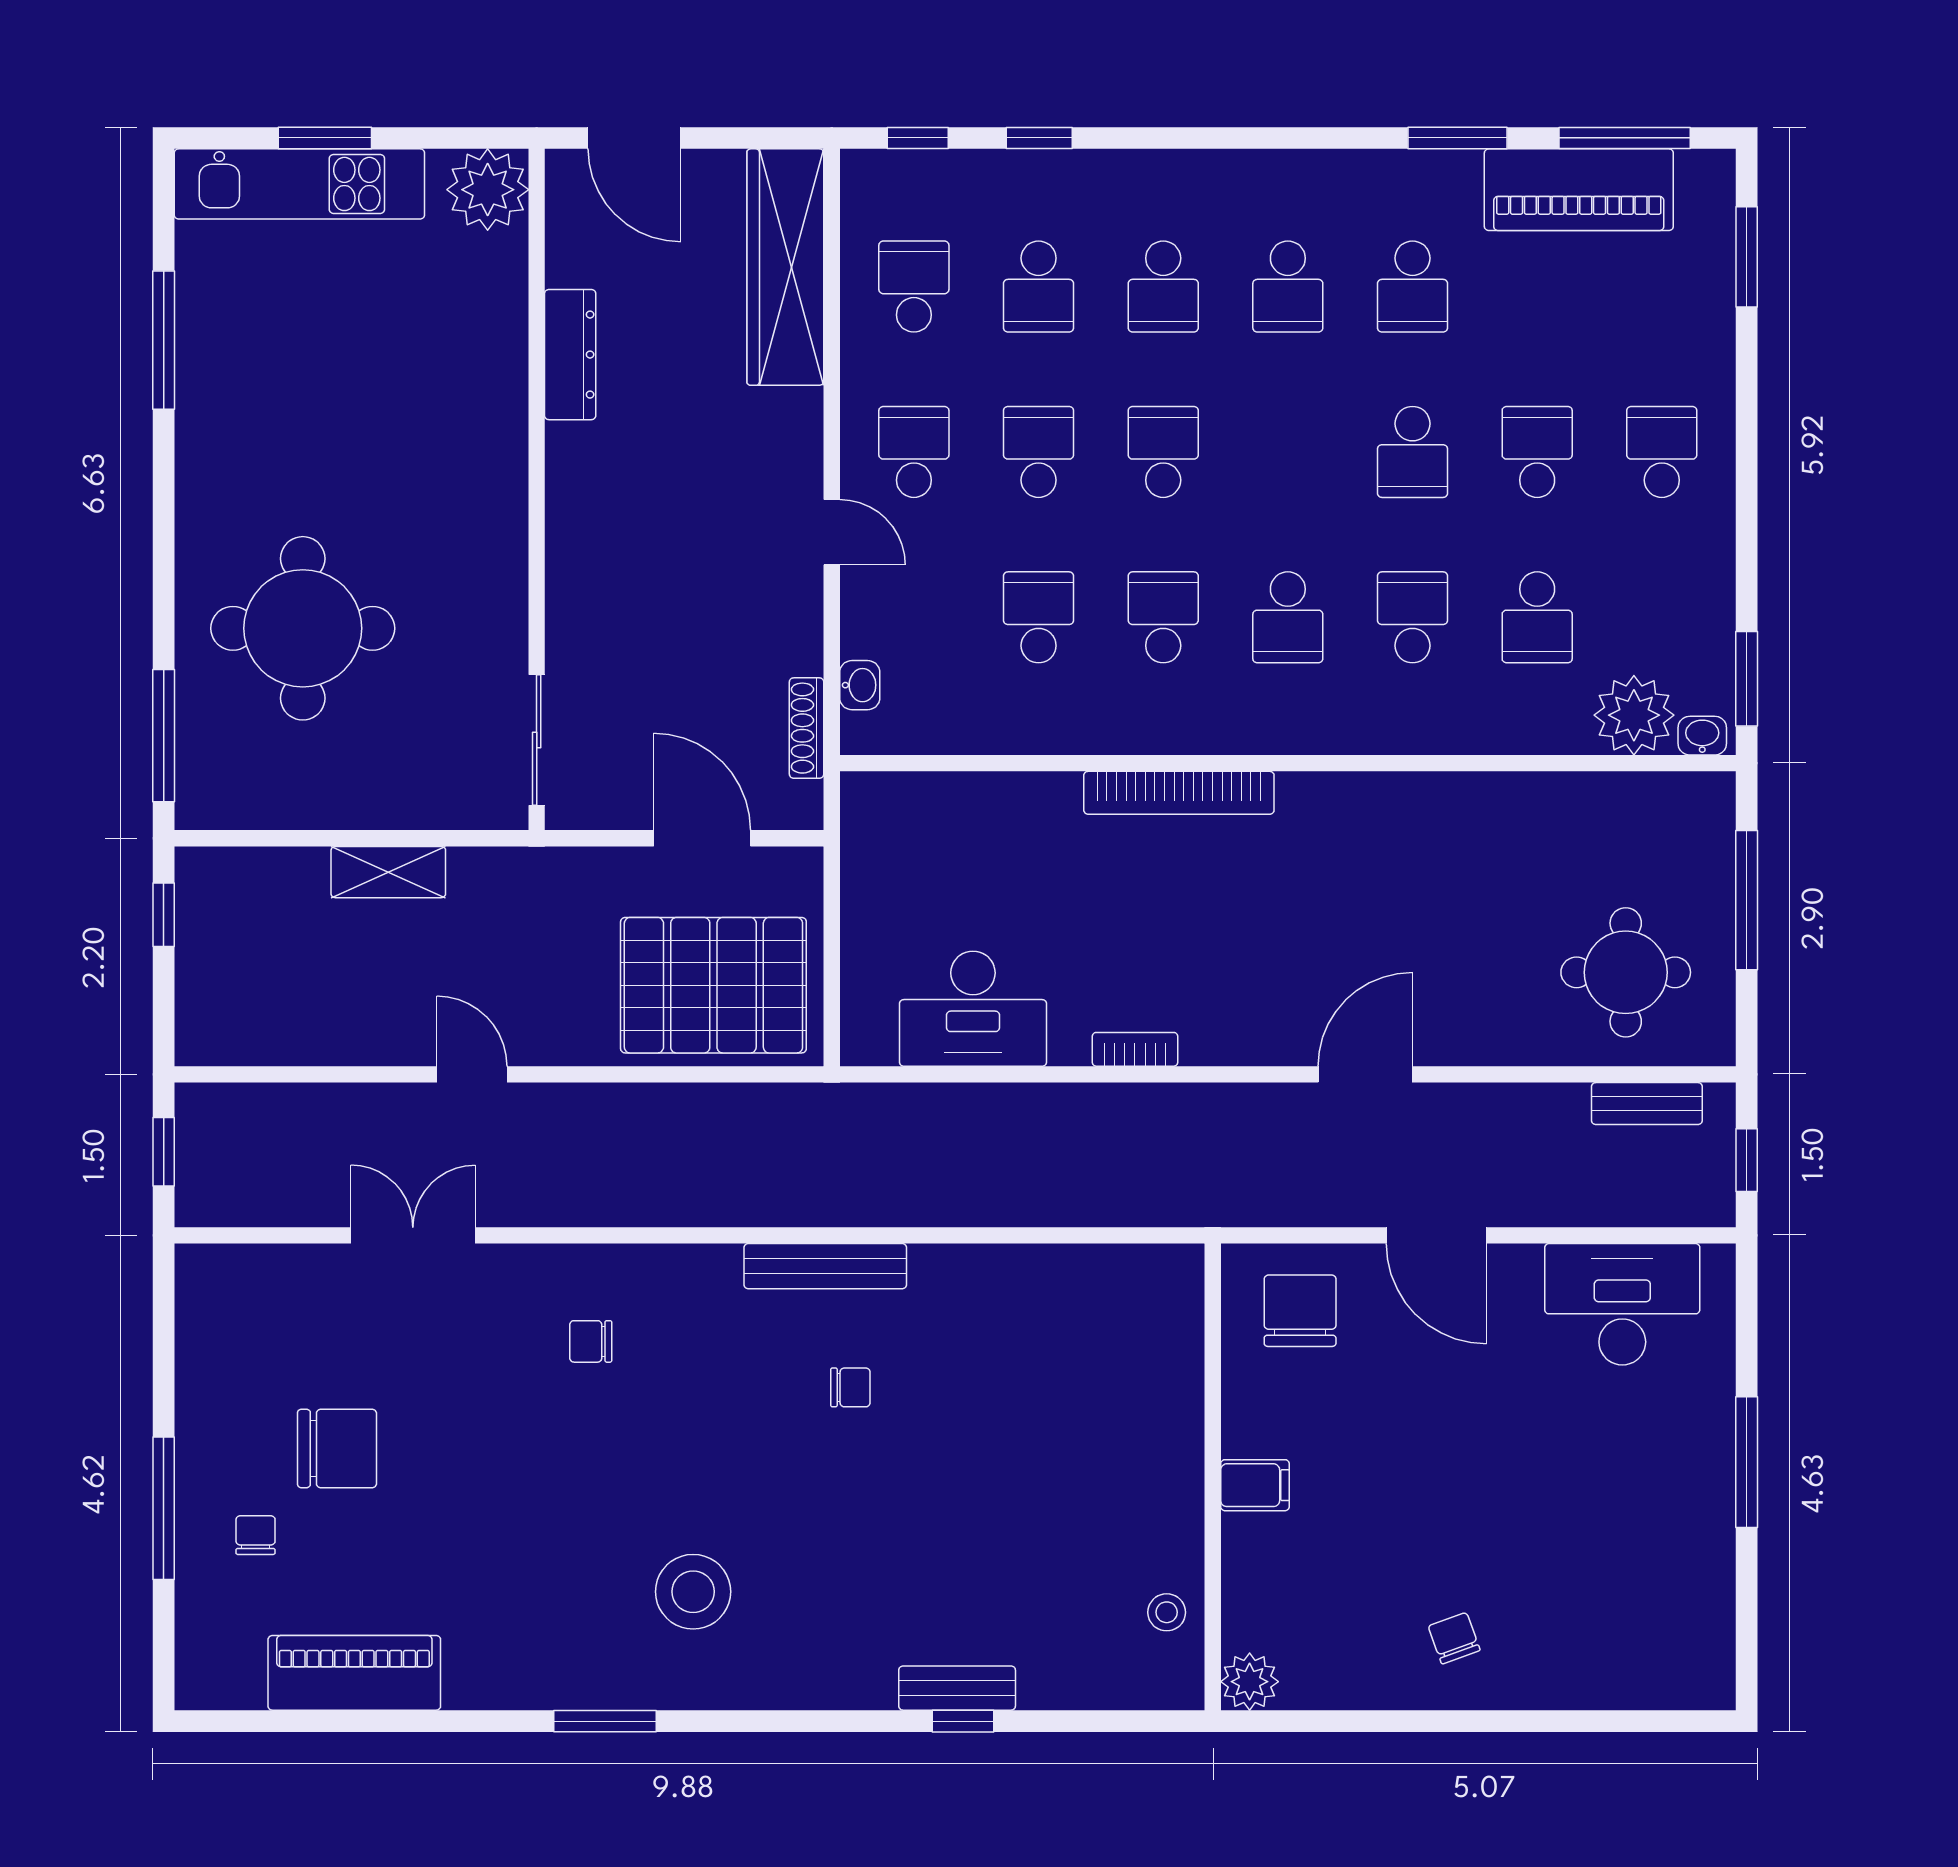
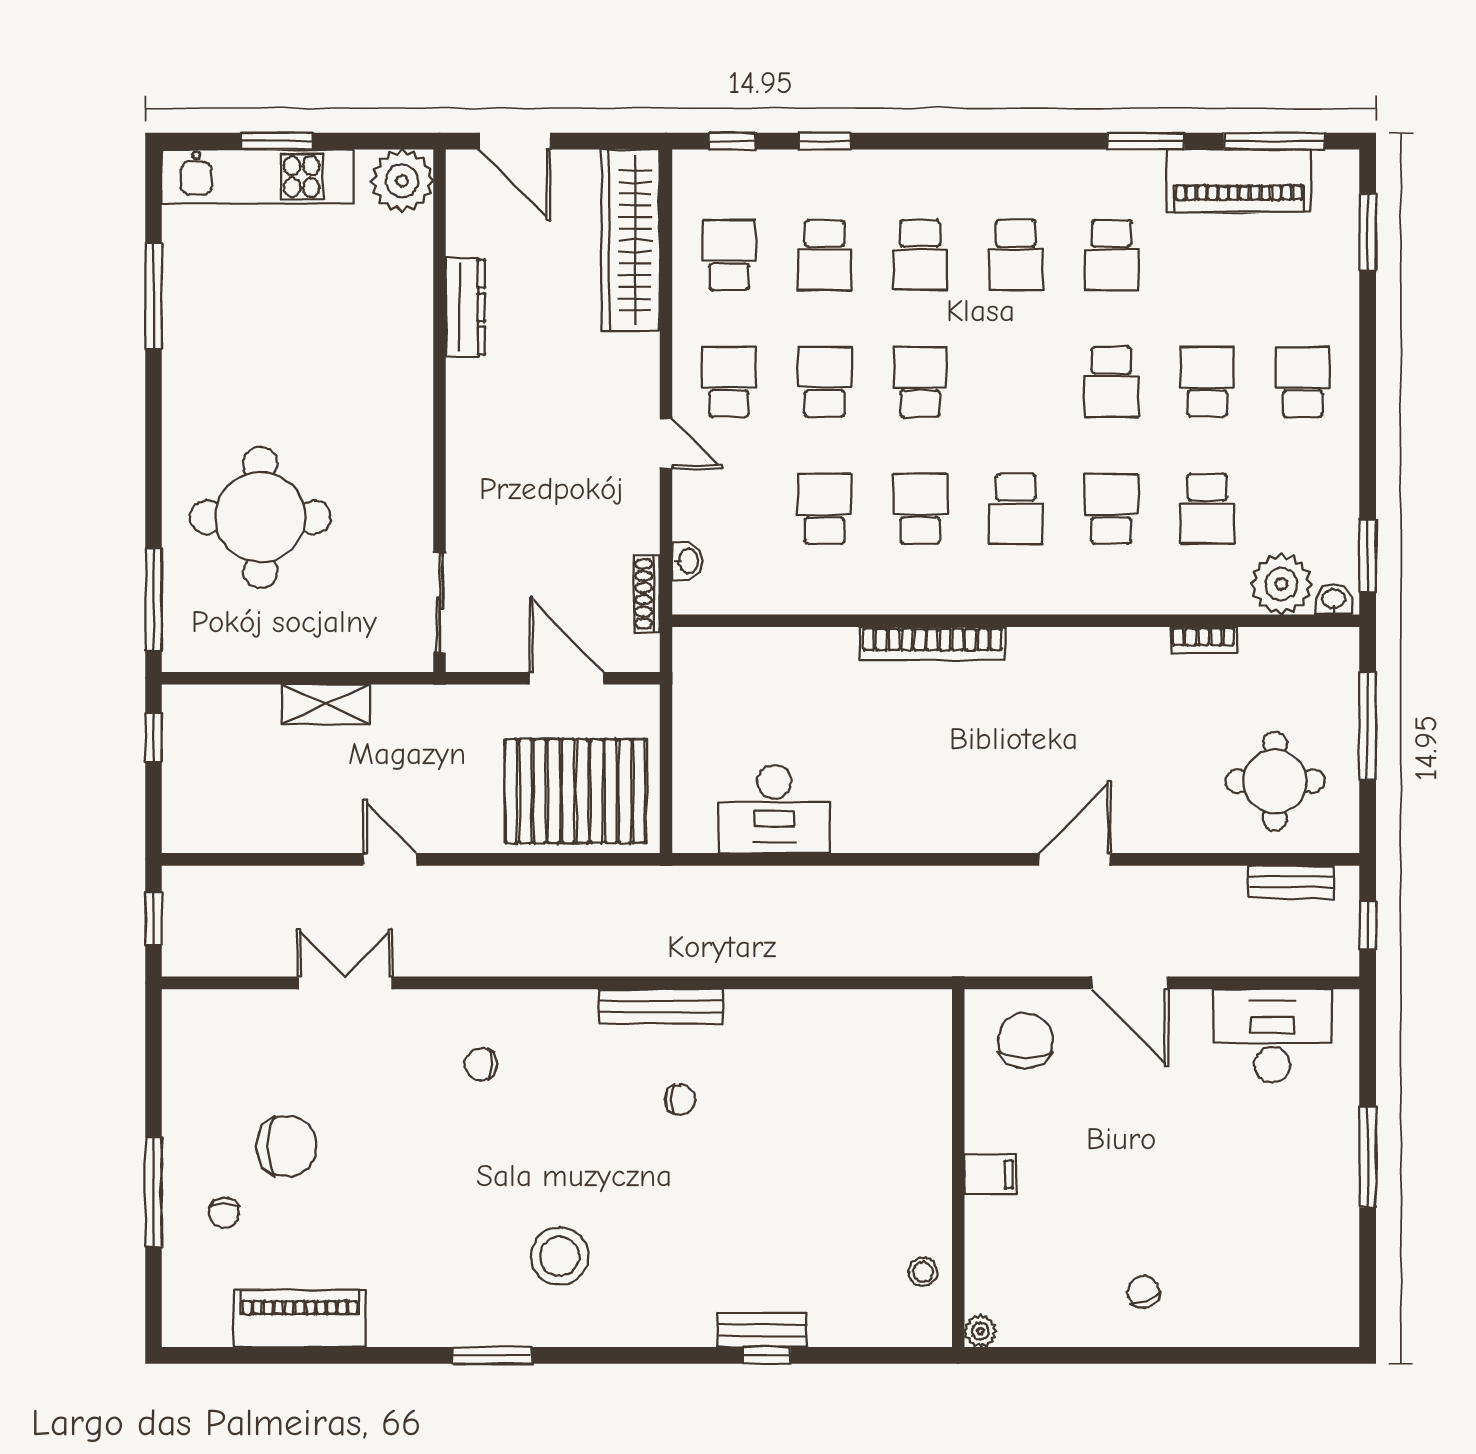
bookcase: (1135, 1049) -> (1203, 640), moved, turned 180
chair: (256, 1535) -> (224, 1213), turned 180
plant: (1250, 1682) -> (980, 1331), width x0.73, depth x0.73

